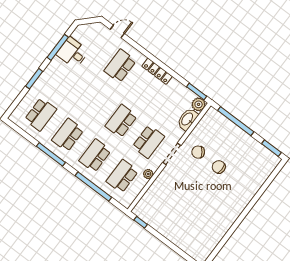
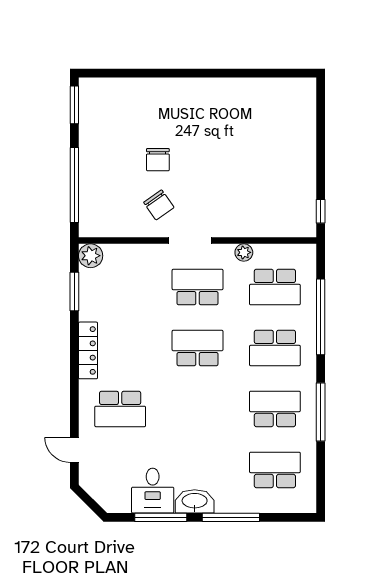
window: (34, 79) -> (231, 517), width x1.44
window: (197, 92) -> (74, 291), moved
washbasin: (187, 119) -> (195, 501), moved, turned 180
school desk: (121, 121) -> (198, 348), turned 180
school desk: (68, 135) -> (275, 409), turned 180

